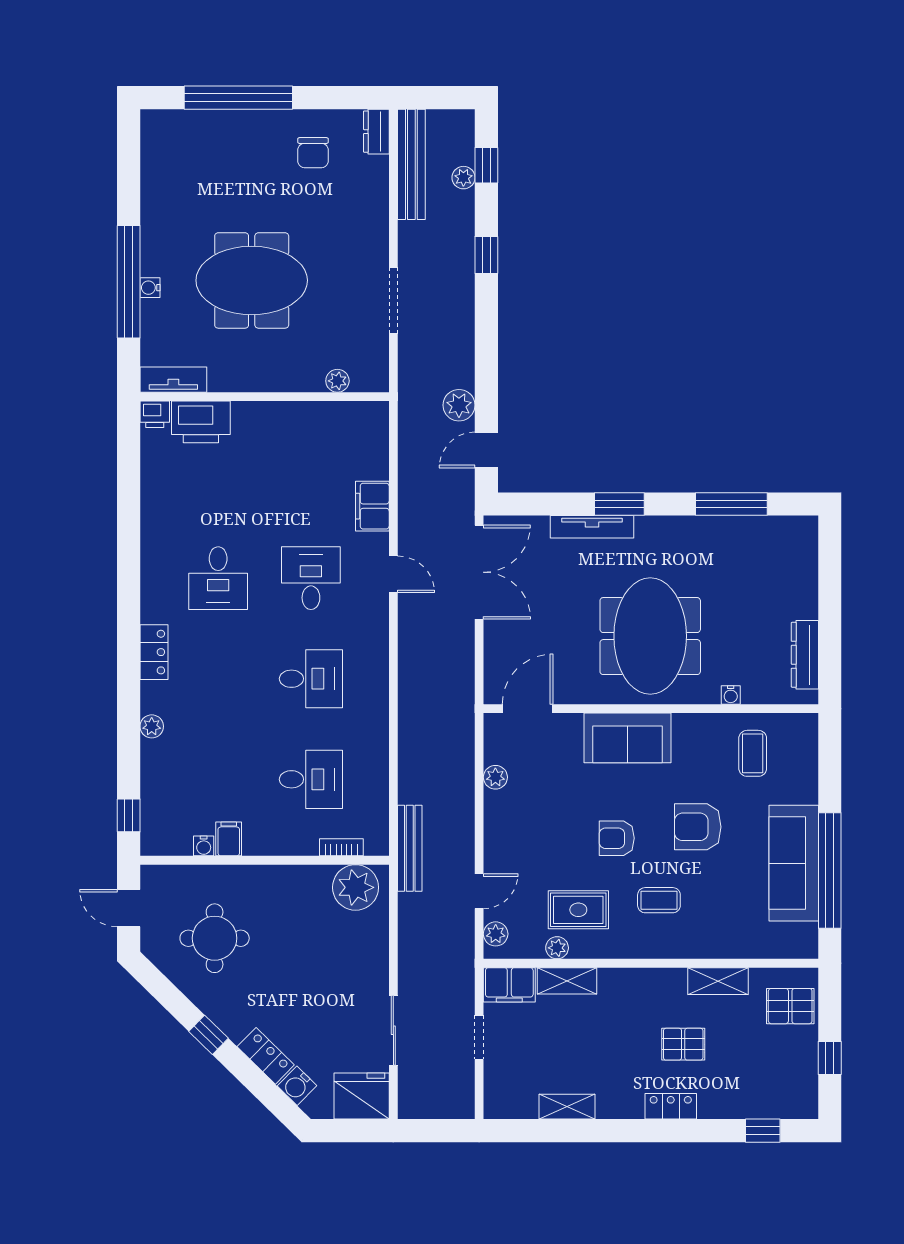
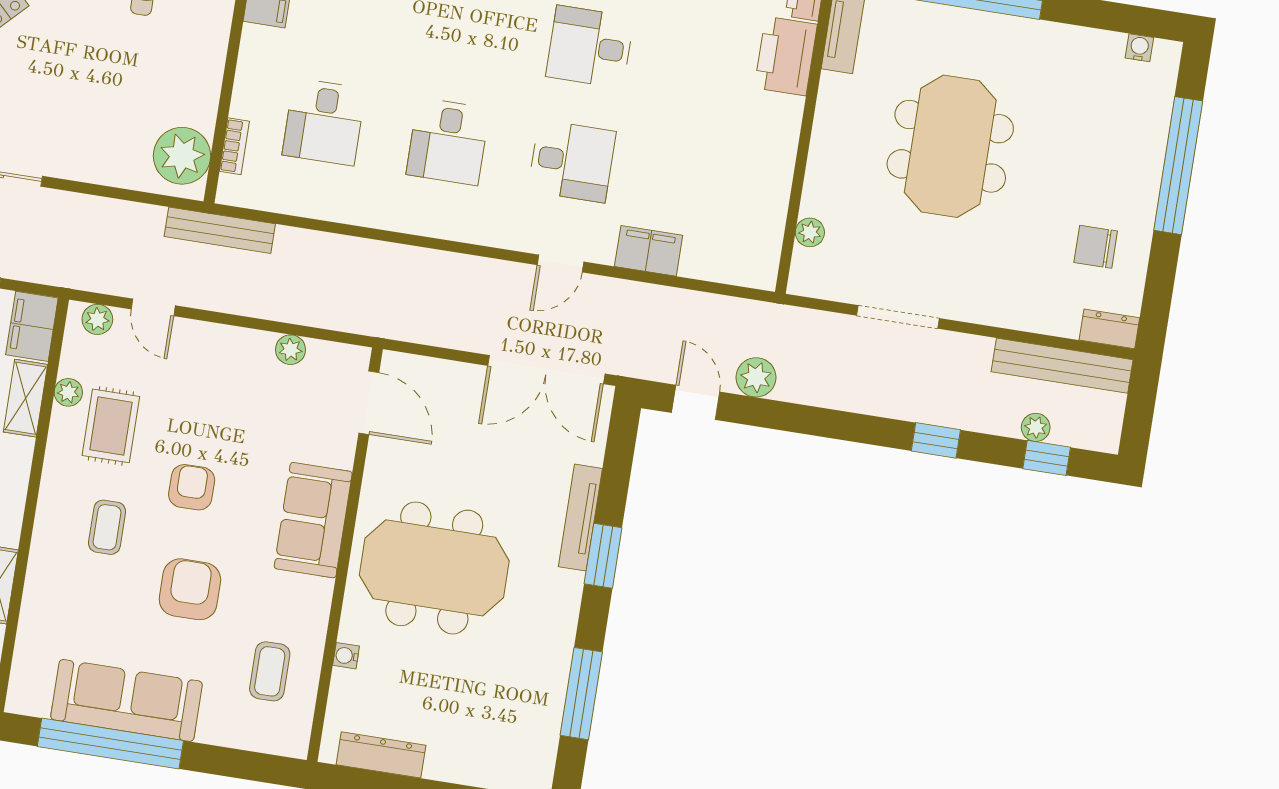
water cooler: (150, 288) -> (1139, 48), moved
coffee table: (753, 753) -> (270, 671), turned 90

